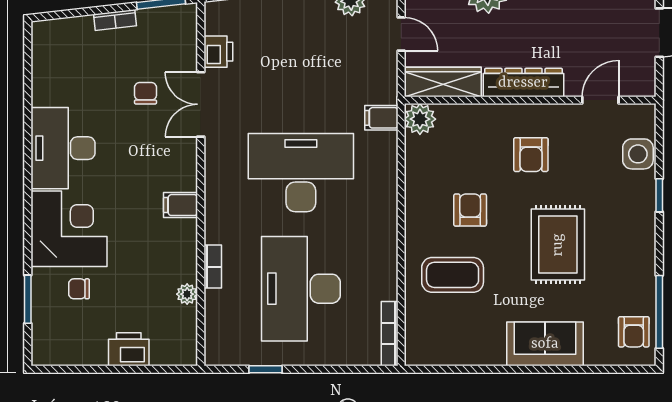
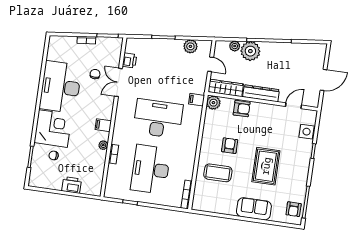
desk: (63, 148) -> (61, 87), width x1.36, depth x1.30
armchair: (531, 155) -> (242, 109), moved, turned -90
plant: (187, 294) -> (103, 145), moved

